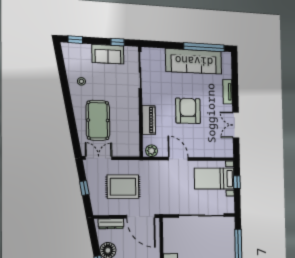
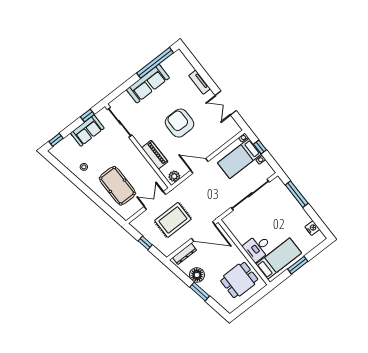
sofa: (194, 61) -> (148, 84), width x0.74, depth x0.79
double door: (99, 158) -> (155, 200), moved

